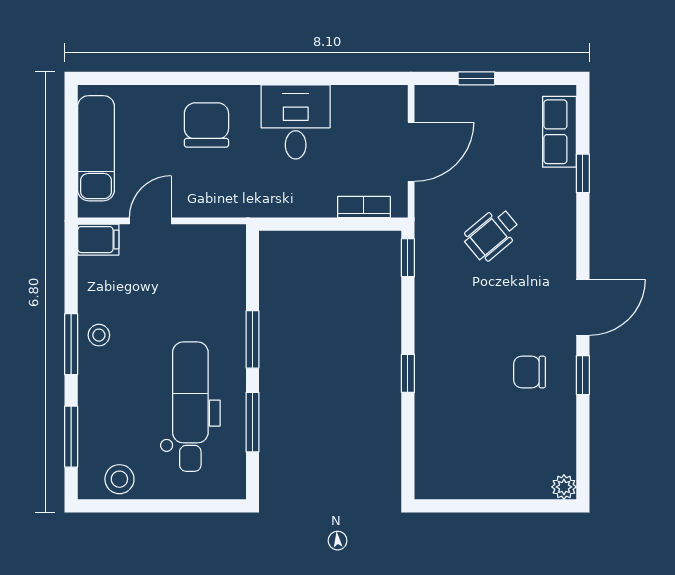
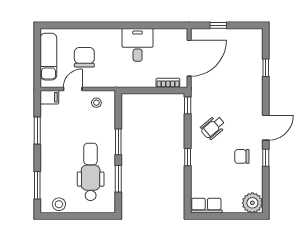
chair: (206, 125) -> (84, 57), moved
row of seats: (559, 132) -> (206, 206), moved, turned 90
door: (411, 152) -> (189, 58), width x1.36
wheelchair: (492, 234) -> (213, 127), moved
stool: (99, 335) -> (96, 103), moved
window: (71, 344) -> (37, 130), moved
plant: (564, 487) -> (252, 203), width x1.88, depth x1.88

